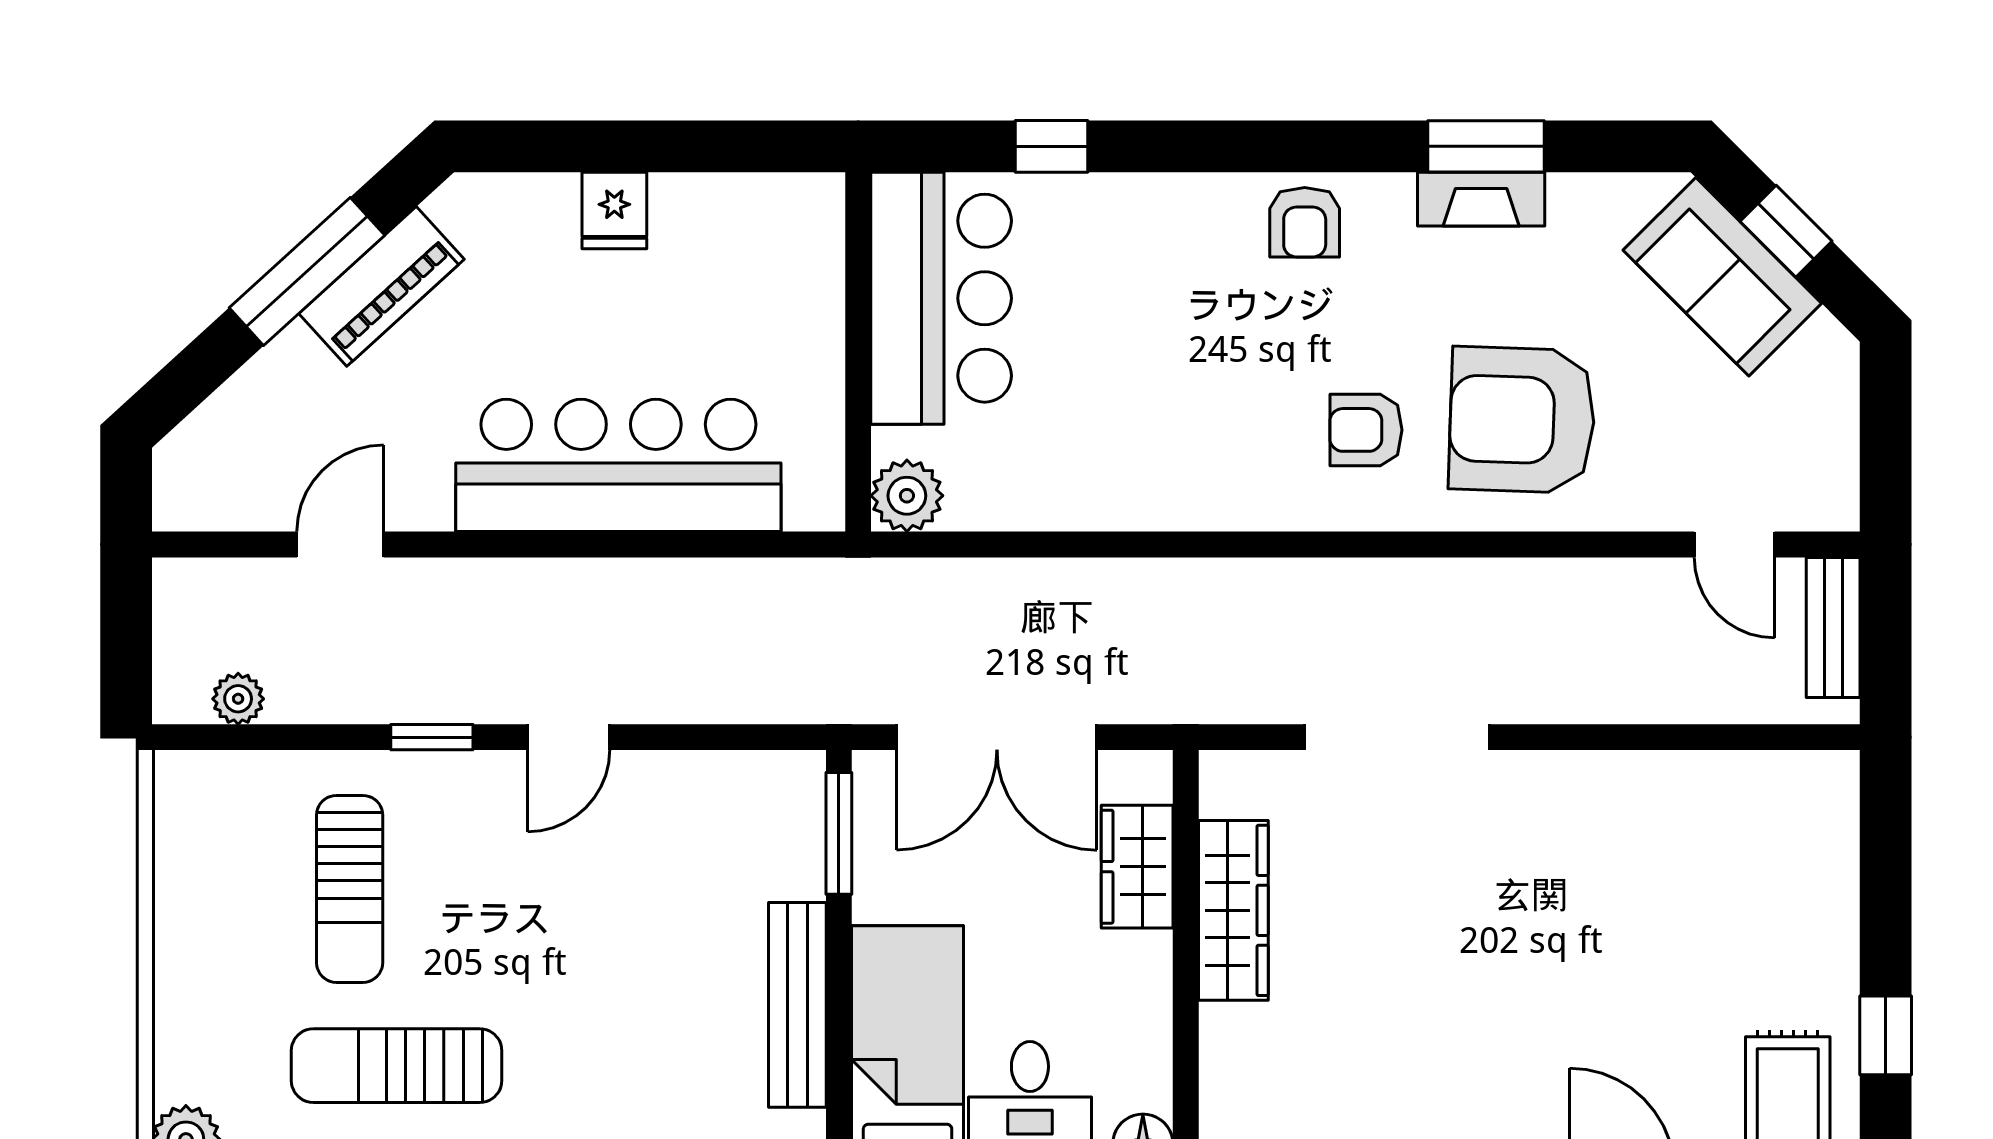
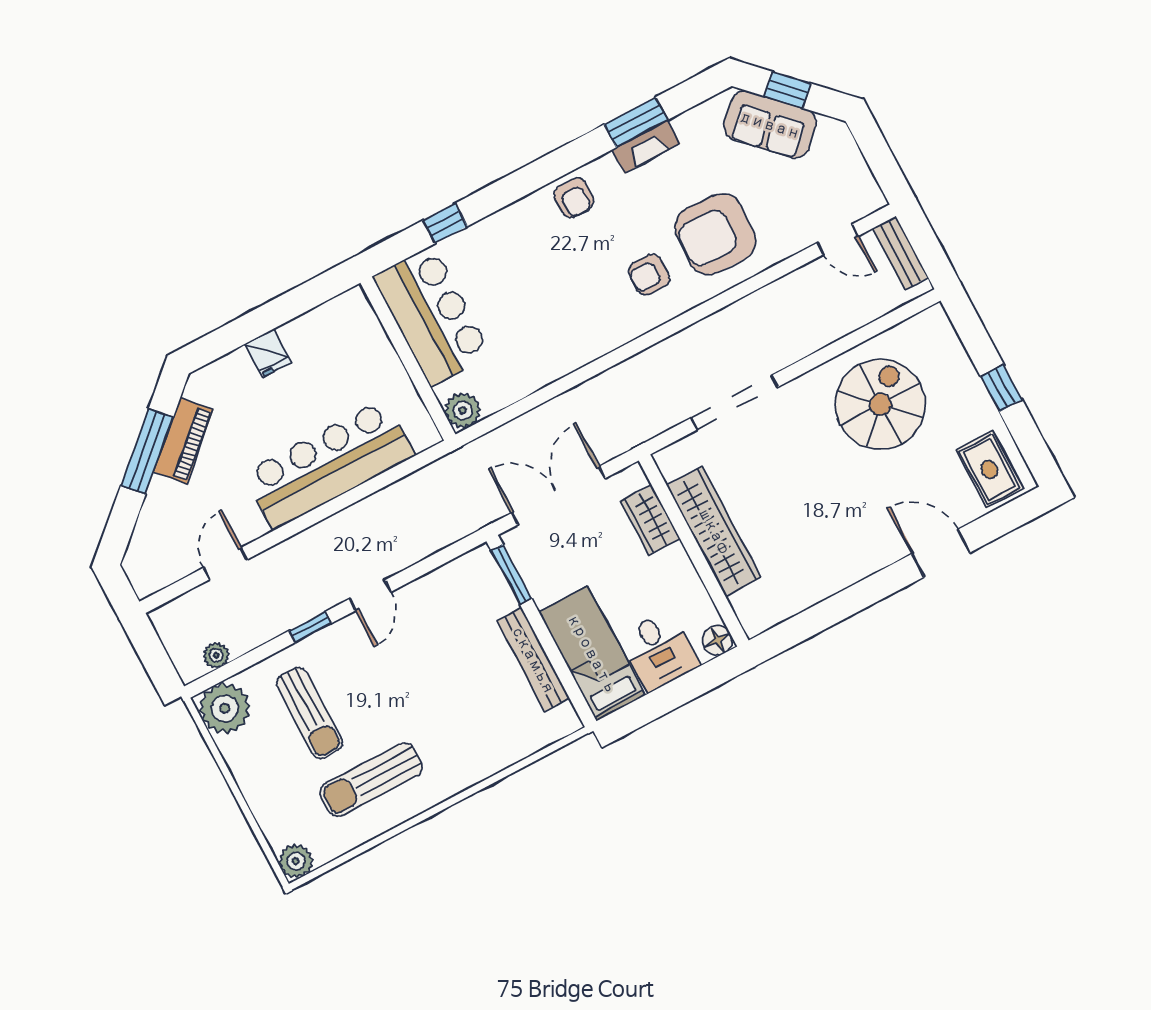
double door: (997, 737) -> (558, 496), swing flipped
plant: (203, 801) -> (225, 708), added
spiral stairs: (1655, 878) -> (880, 404), added
wardrobe: (1233, 910) -> (714, 531), width x1.40, depth x1.17
window: (1886, 1035) -> (1001, 388), moved

